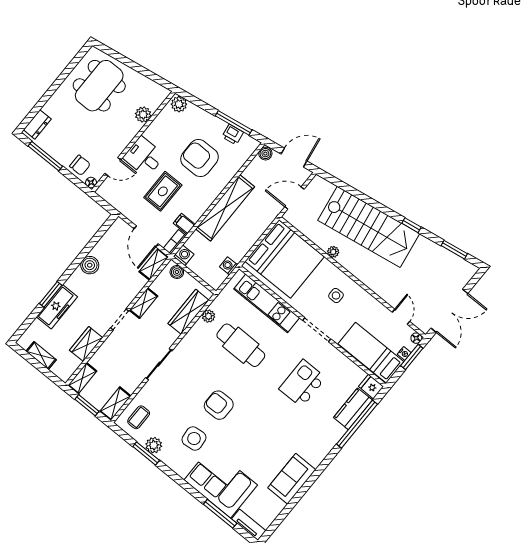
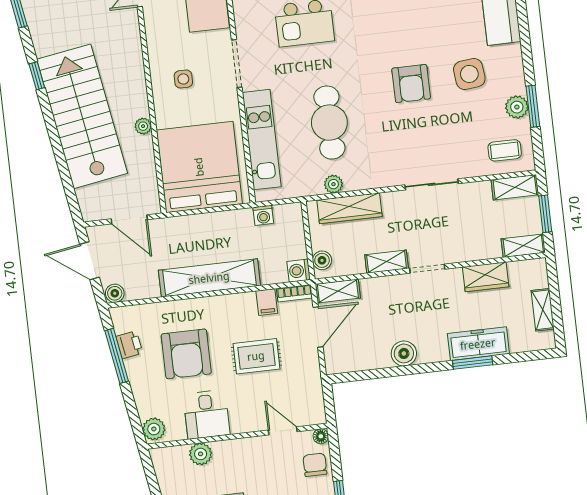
desk: (144, 157) -> (207, 414), moved

